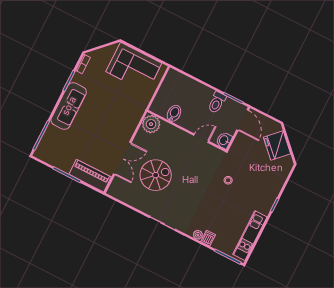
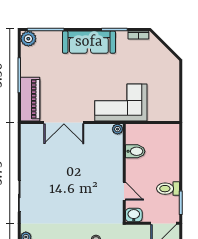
corner sofa: (134, 67) -> (121, 103), moved, turned 90
plant: (151, 124) -> (117, 129), width x0.53, depth x0.53
plant: (41, 153) -> (28, 39), added
spiral stairs: (156, 175) -> (64, 164), removed

